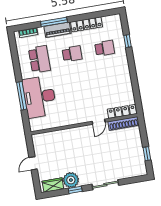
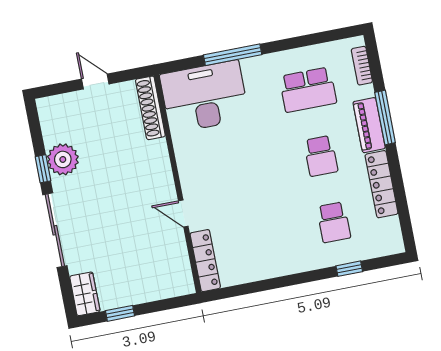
desk: (39, 97) -> (204, 97), moved
shoe rack: (124, 123) -> (150, 108), moved
wardrobe: (53, 185) -> (85, 294), moved
sliding door: (105, 185) -> (55, 230), width x1.37

